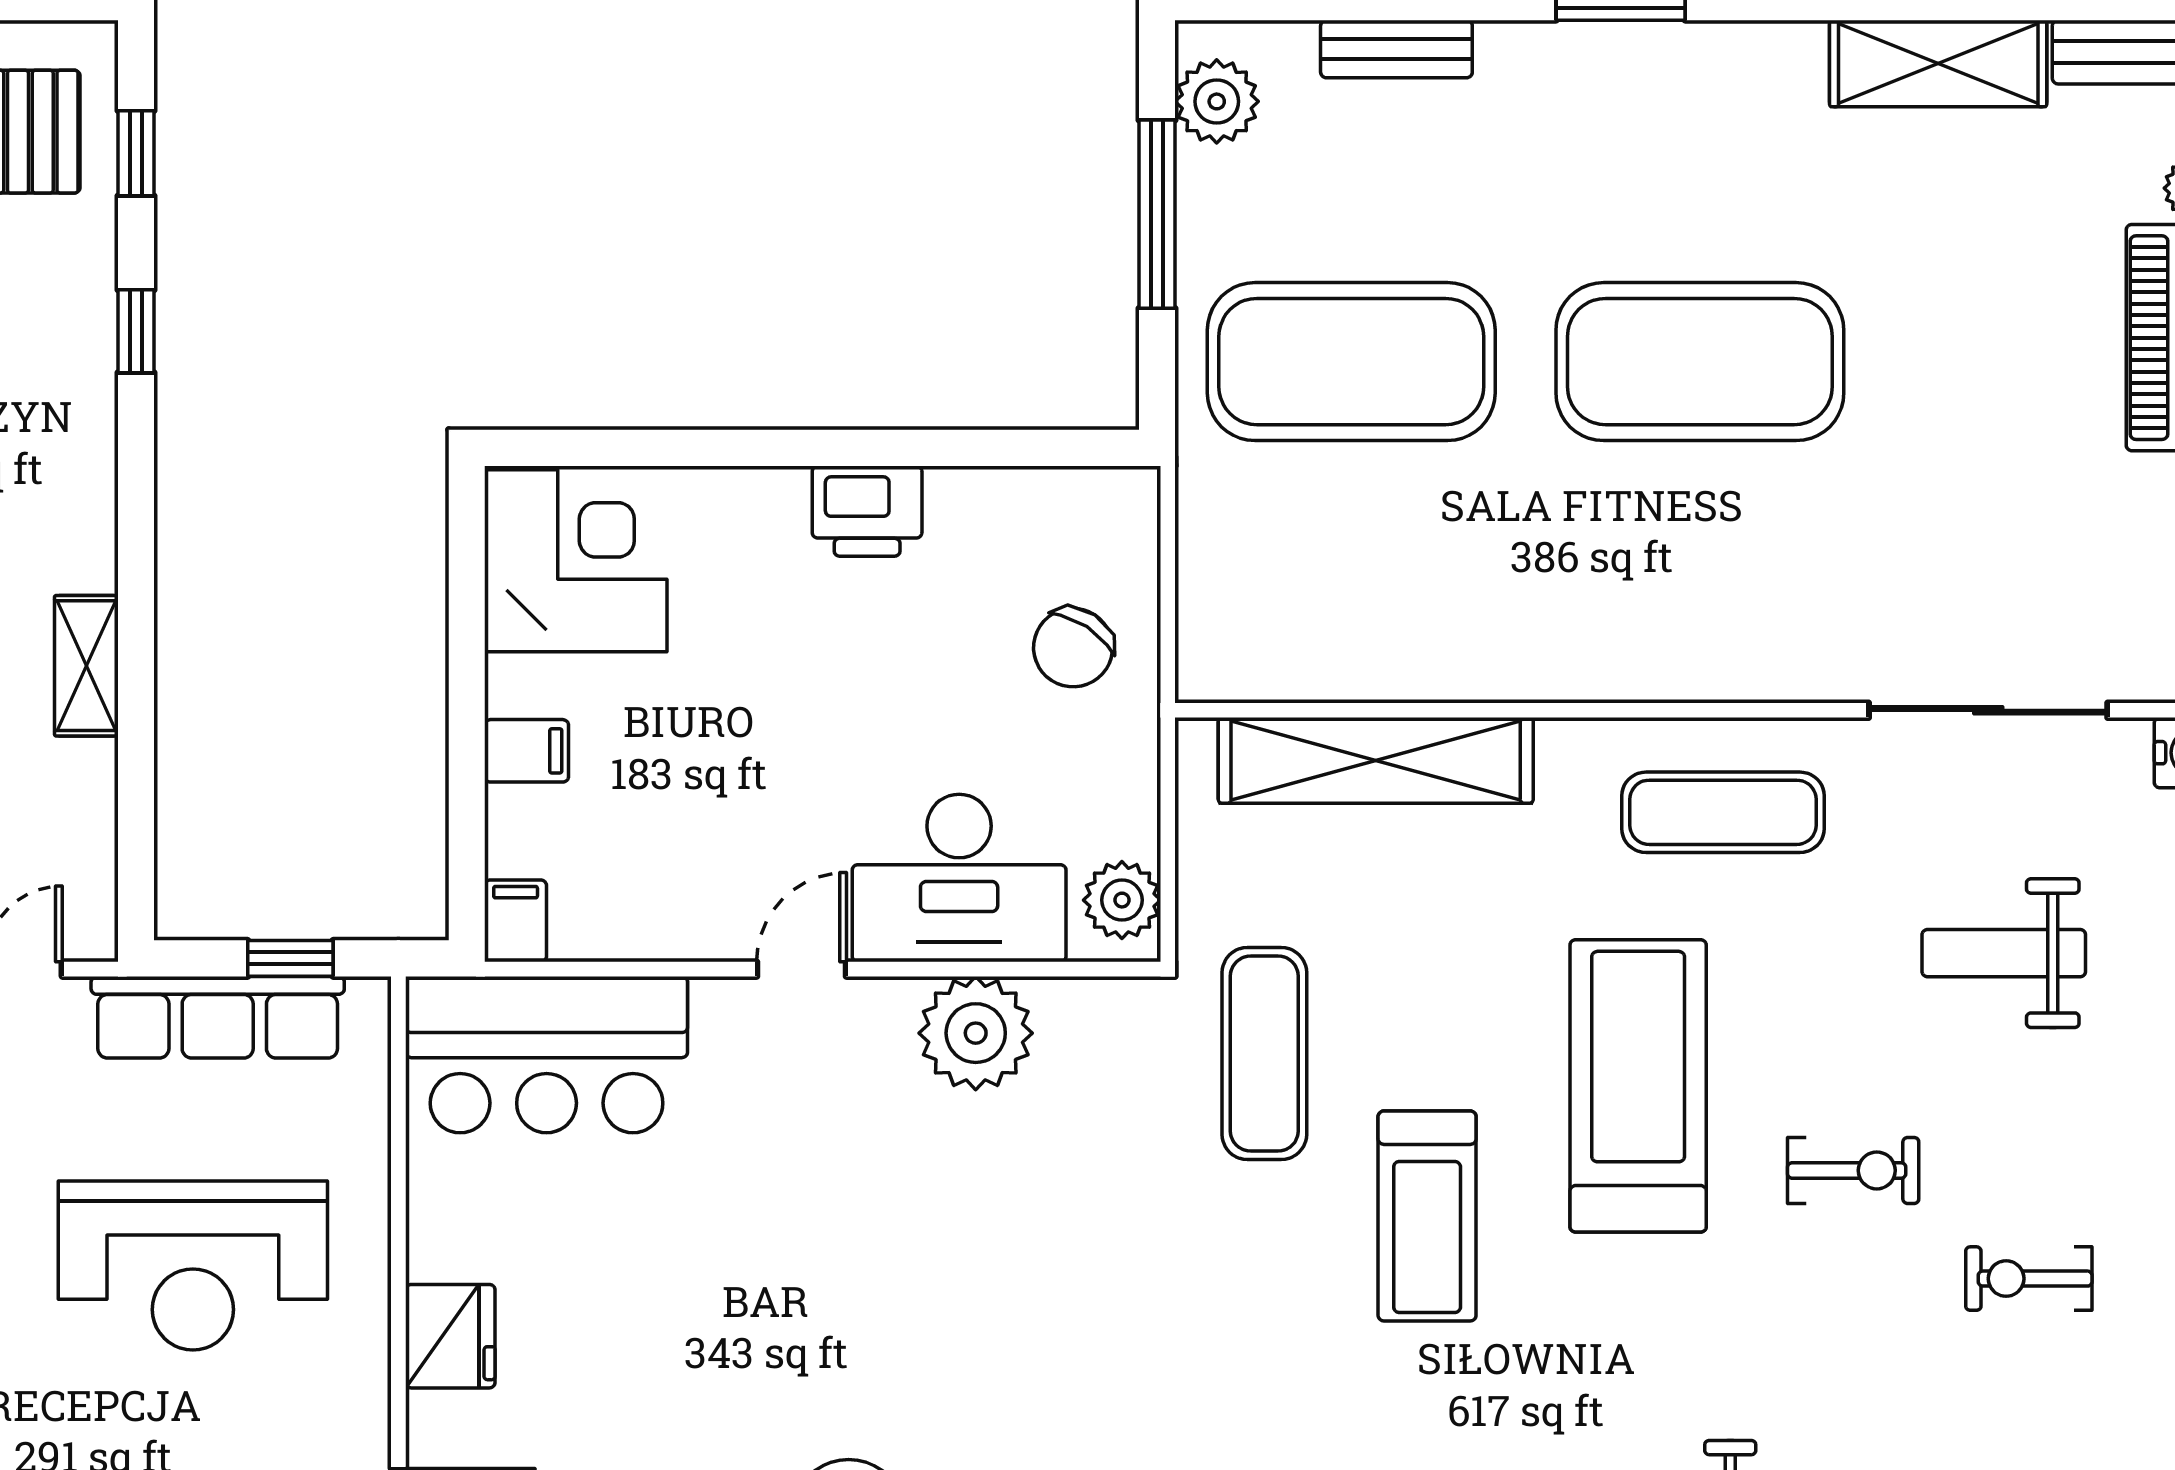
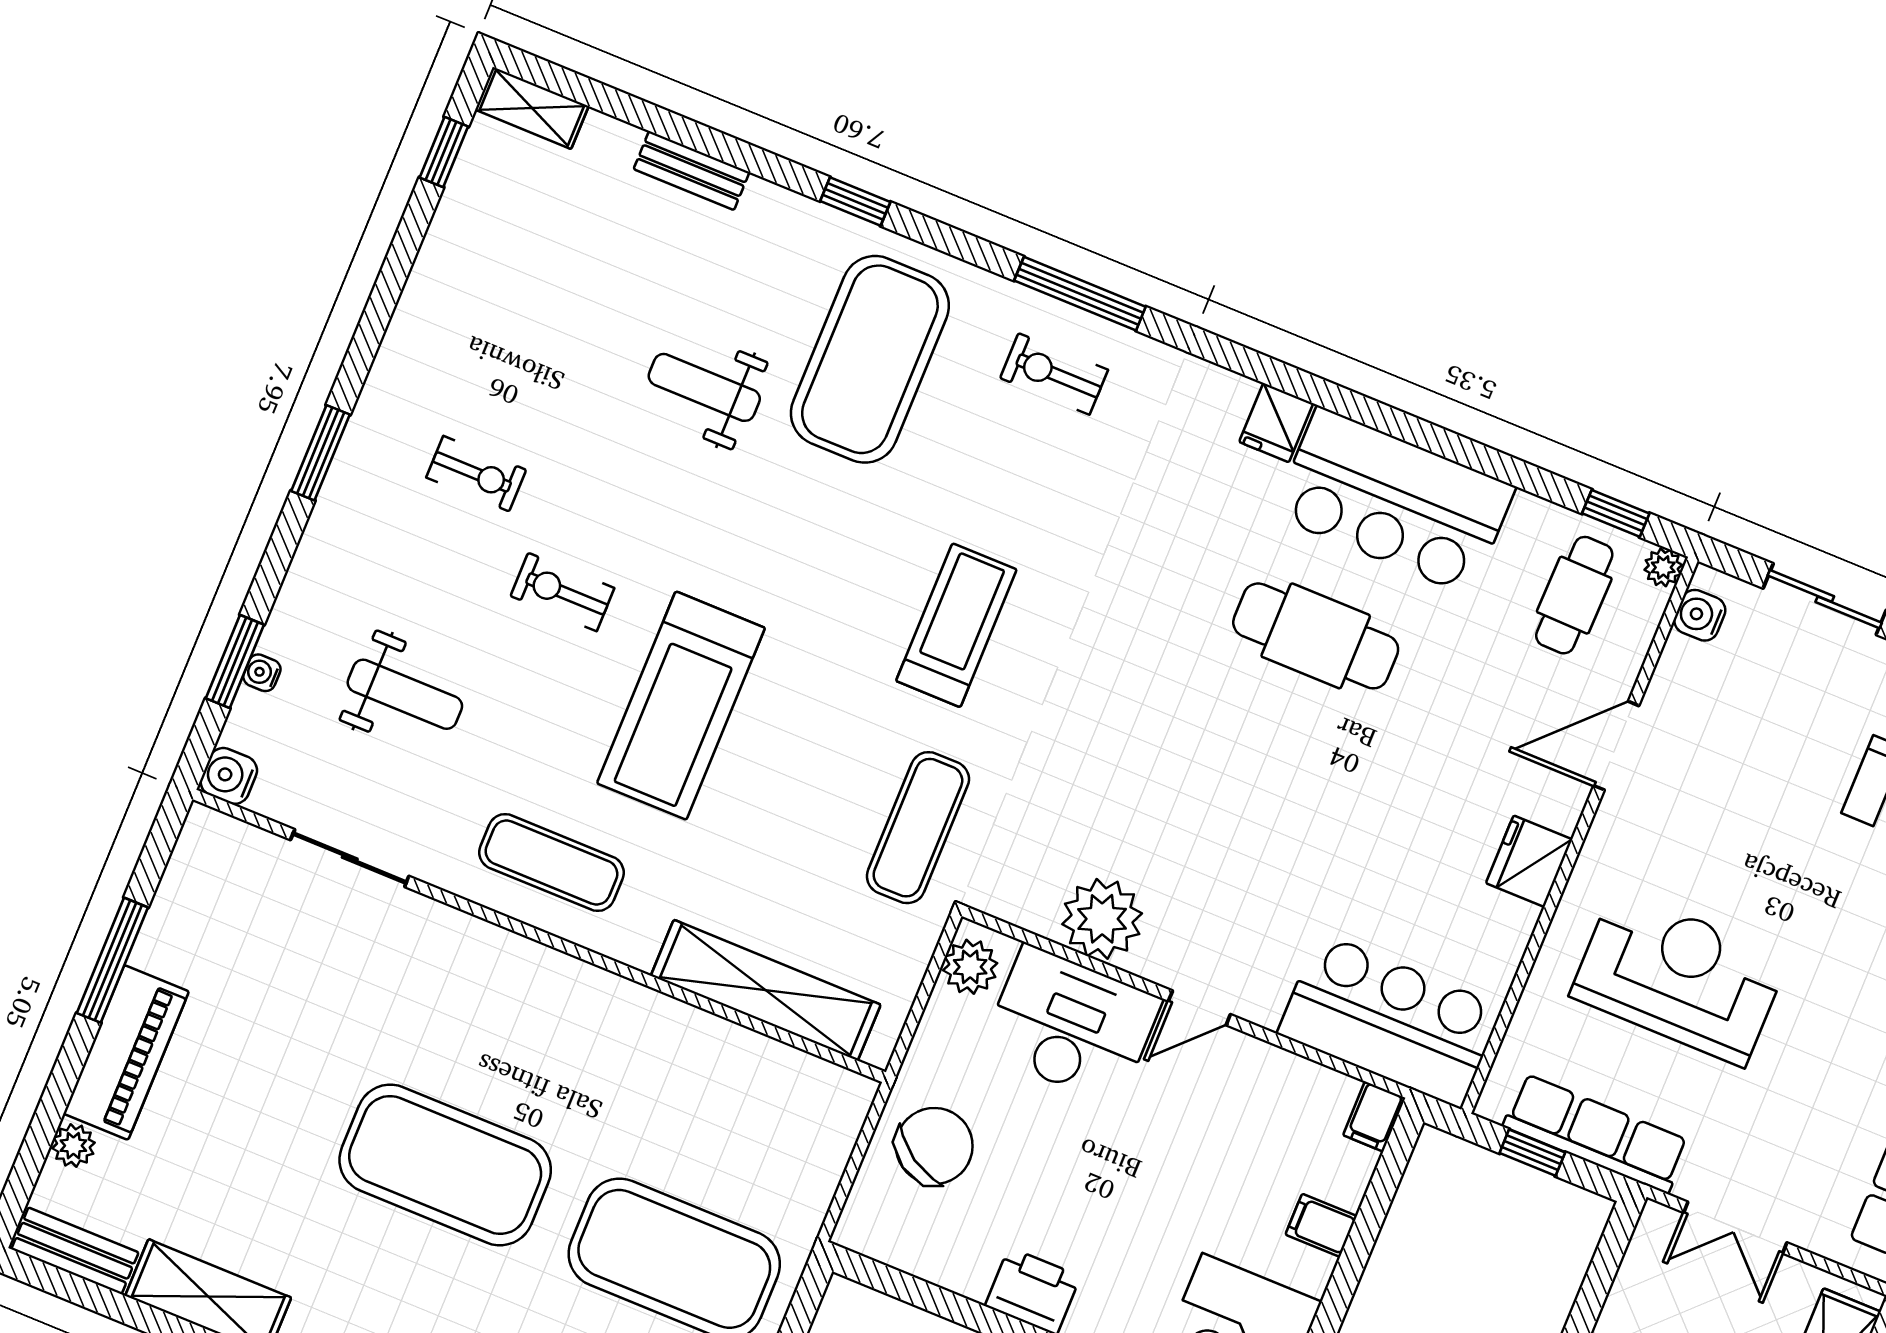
chair: (1073, 648) -> (934, 1146), width x1.37, depth x1.37
sliding door: (1988, 710) -> (350, 858), width x0.73
treadmill: (1427, 1216) -> (956, 625), moved

